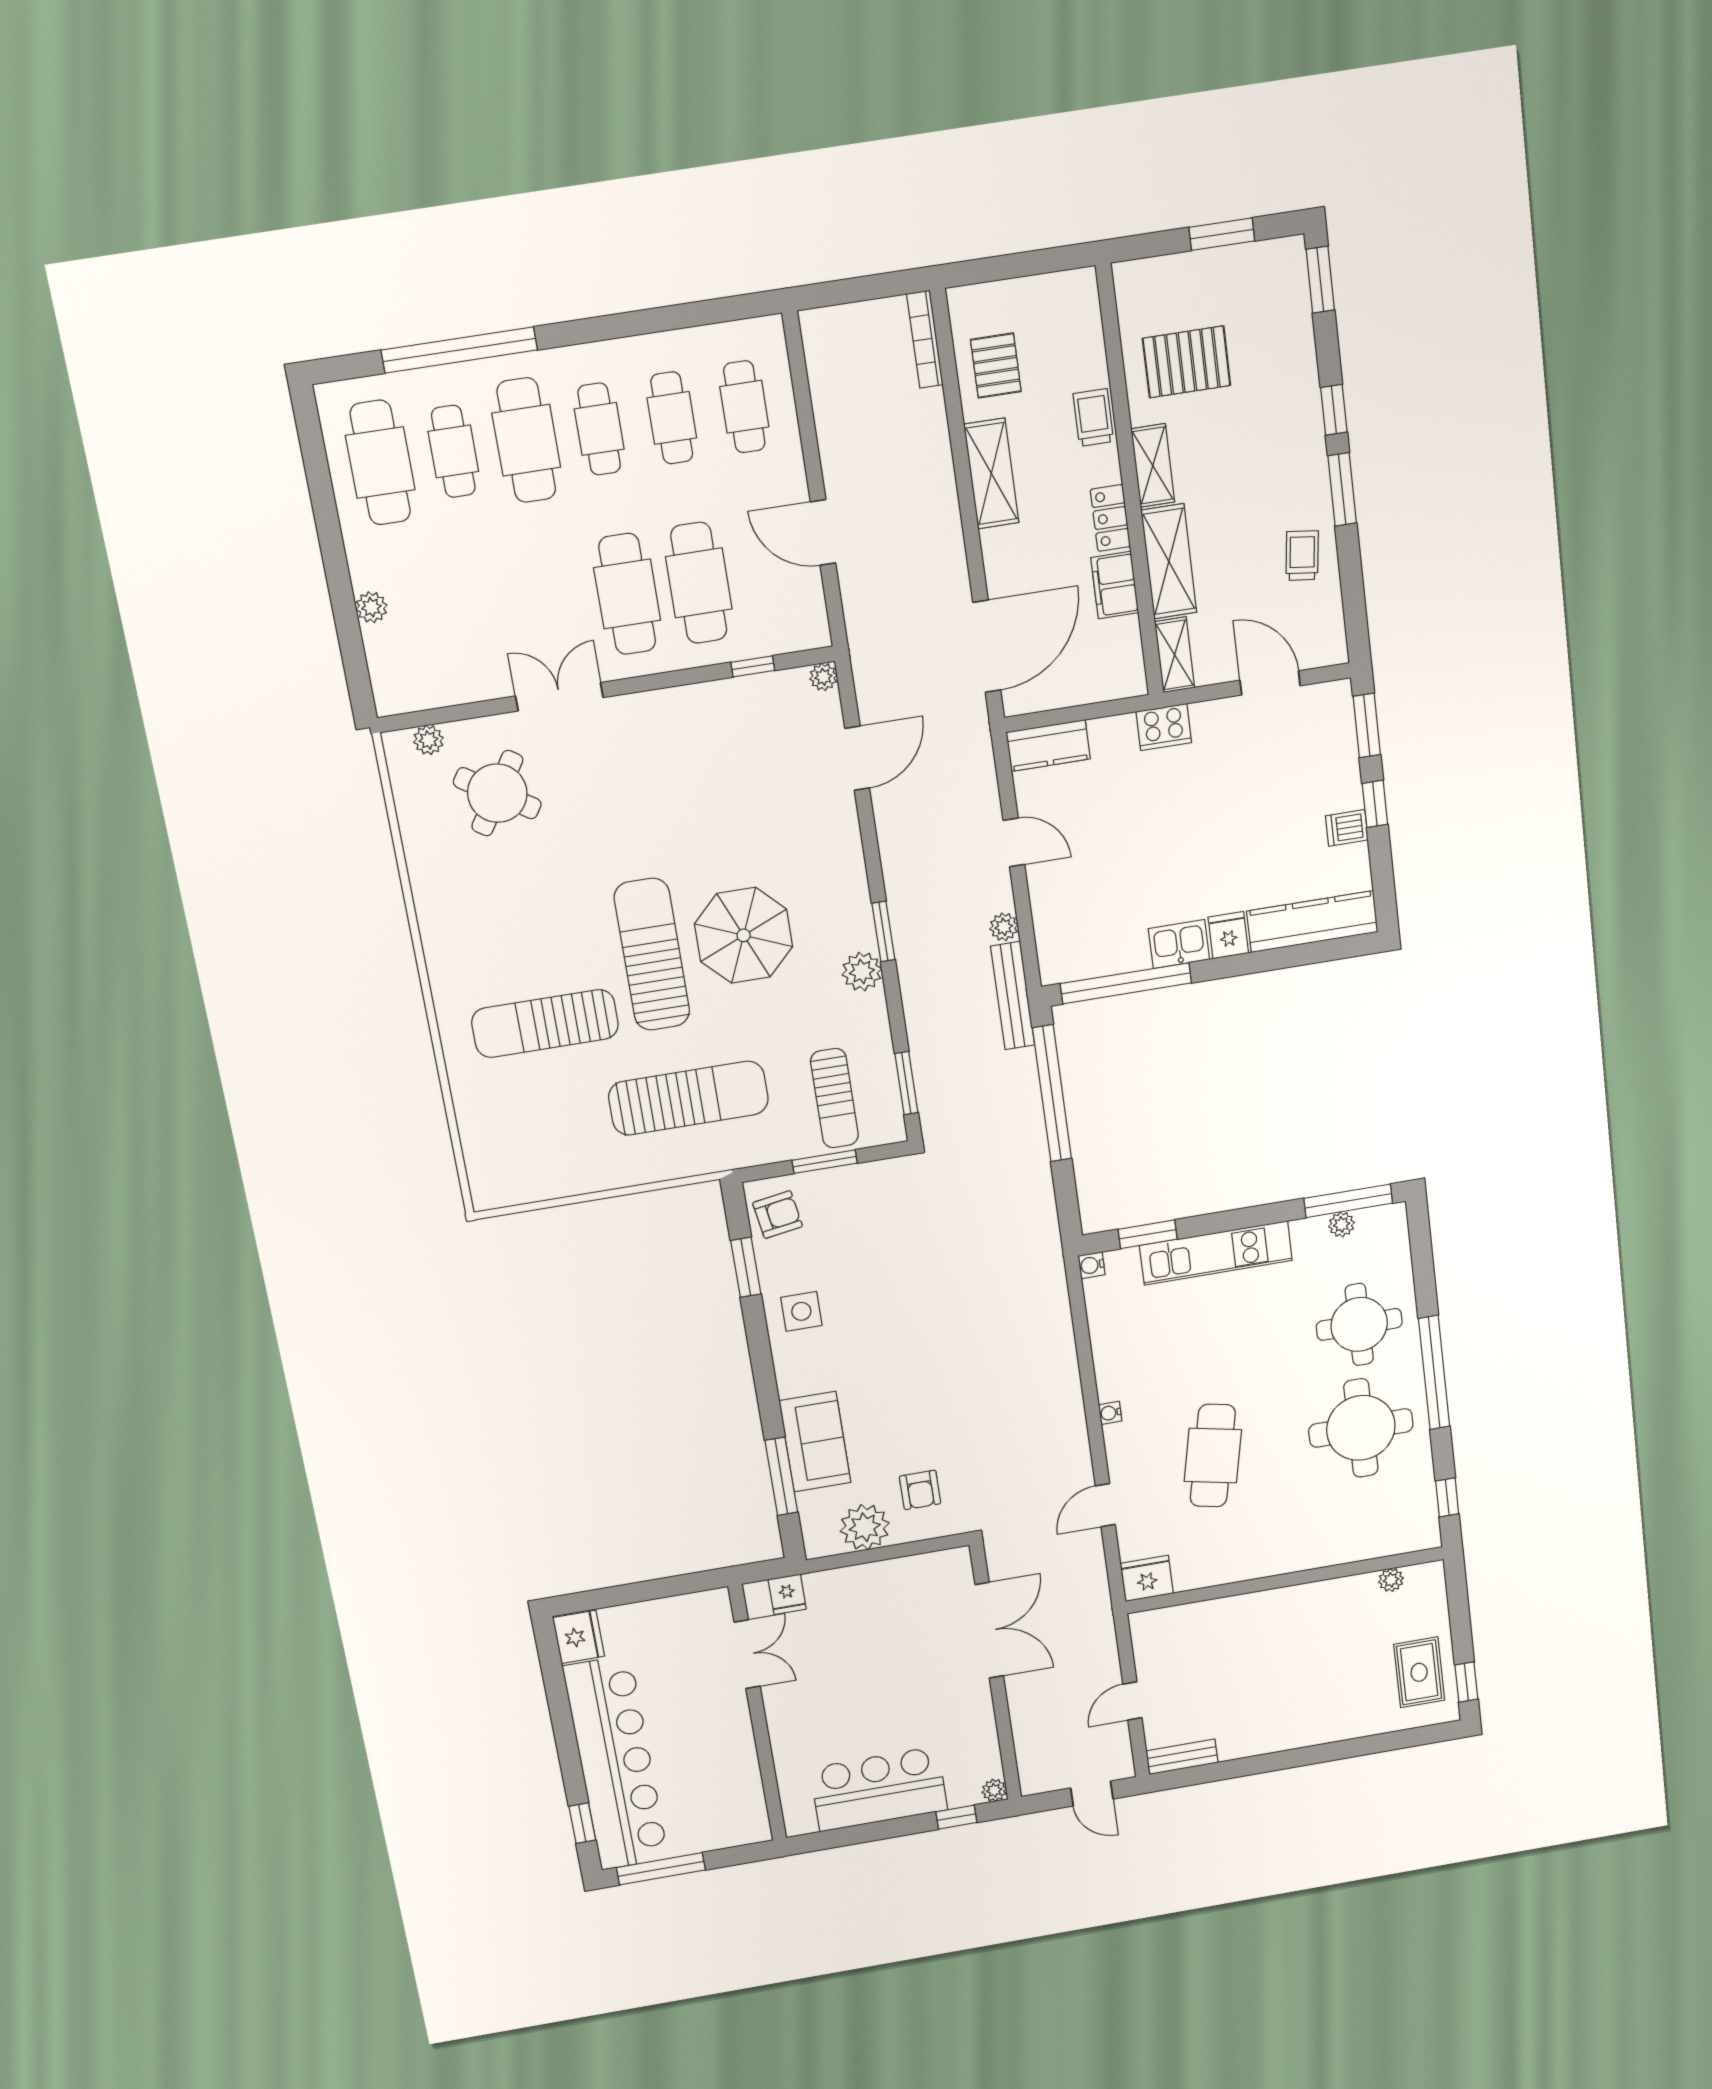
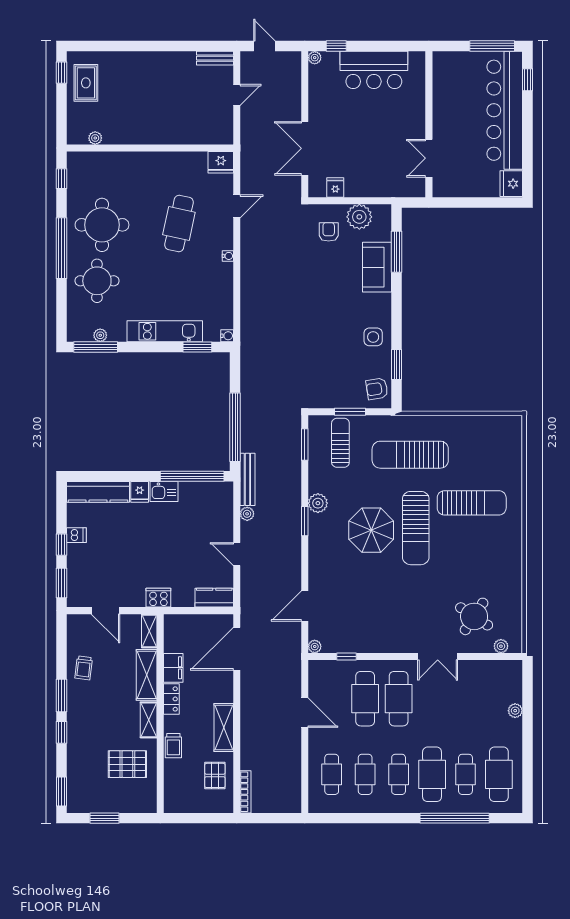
fridge: (787, 1594) -> (335, 187), moved

